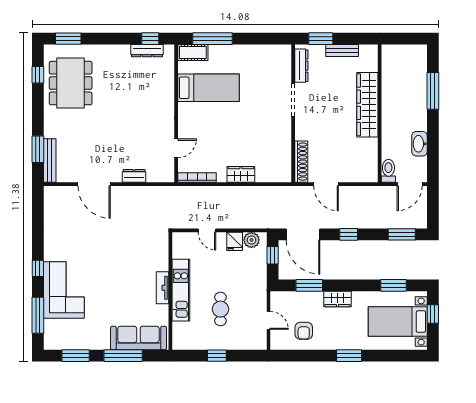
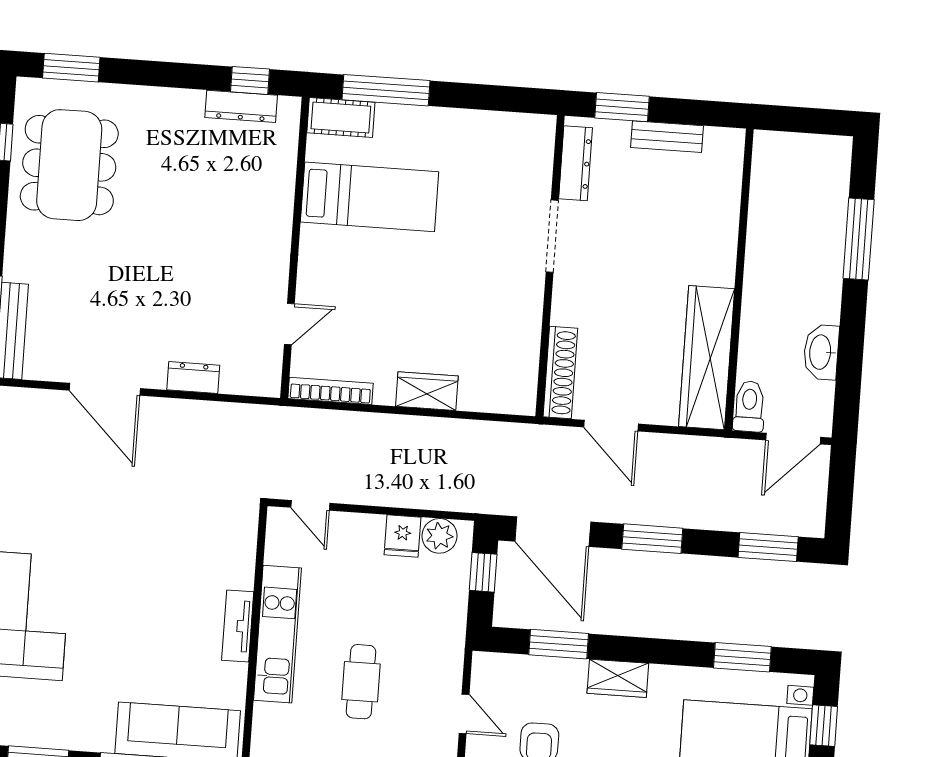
wardrobe: (367, 105) -> (707, 358), moved
door: (207, 230) -> (310, 505), moved
window: (349, 234) -> (652, 539), width x1.50

